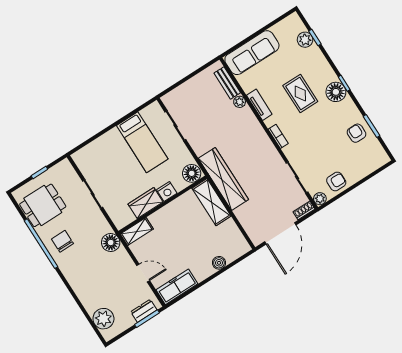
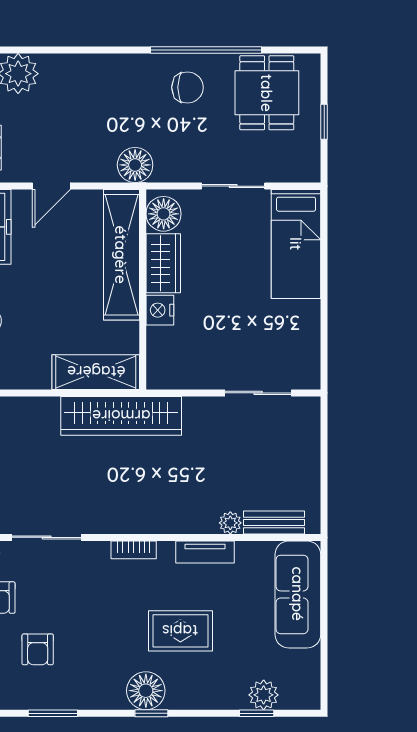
armchair: (357, 133) -> (38, 649), moved, turned 90
bed: (142, 142) -> (296, 244), moved, turned -90
floor lamp: (192, 173) -> (164, 214), moved
shelving: (137, 231) -> (121, 255), width x2.20, depth x1.33

